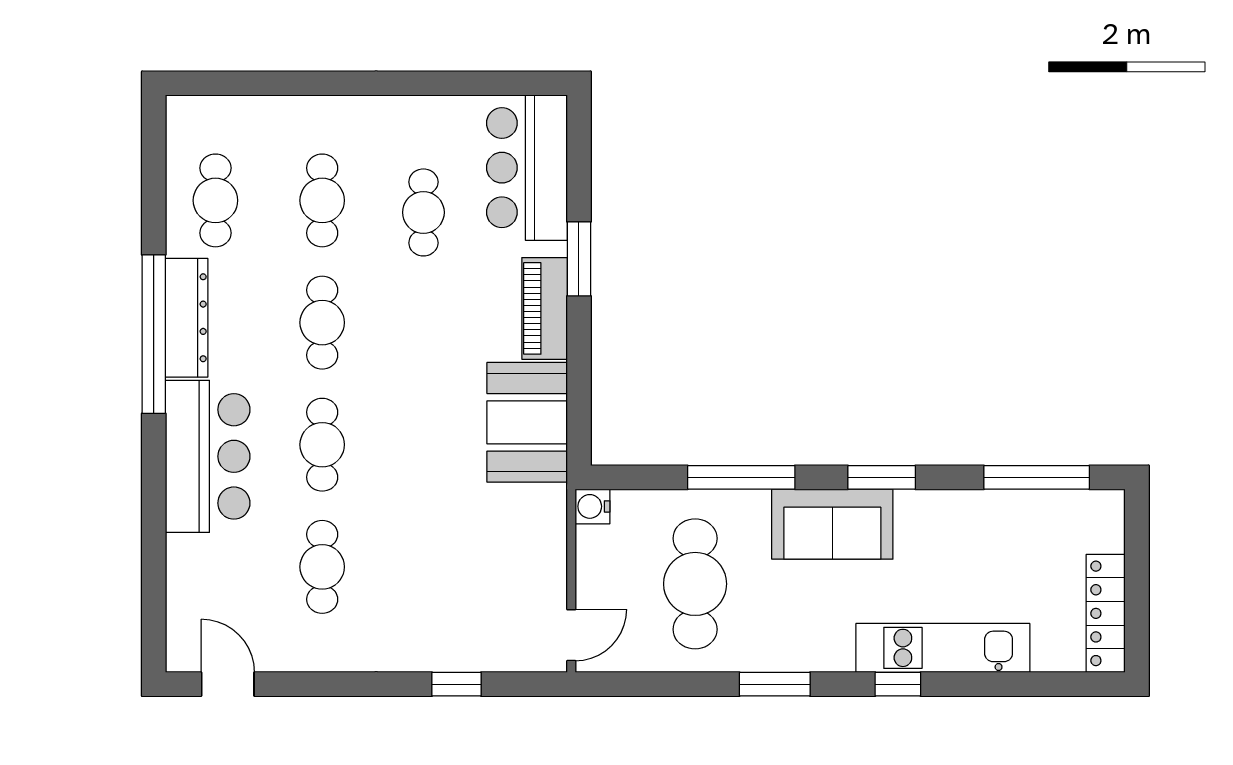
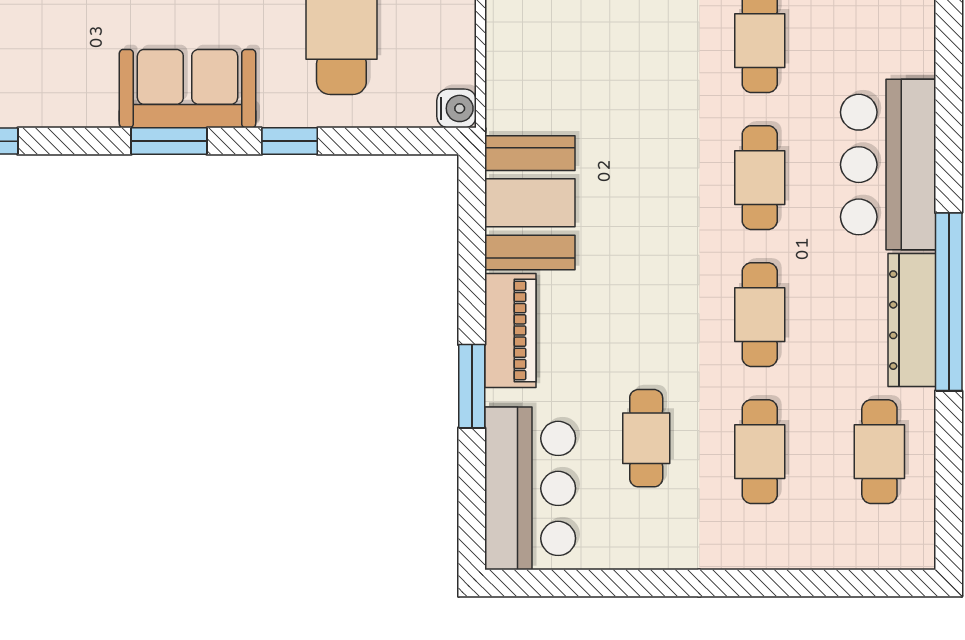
window: (741, 477) -> (290, 141), width x0.46
window: (882, 477) -> (169, 141), moved

